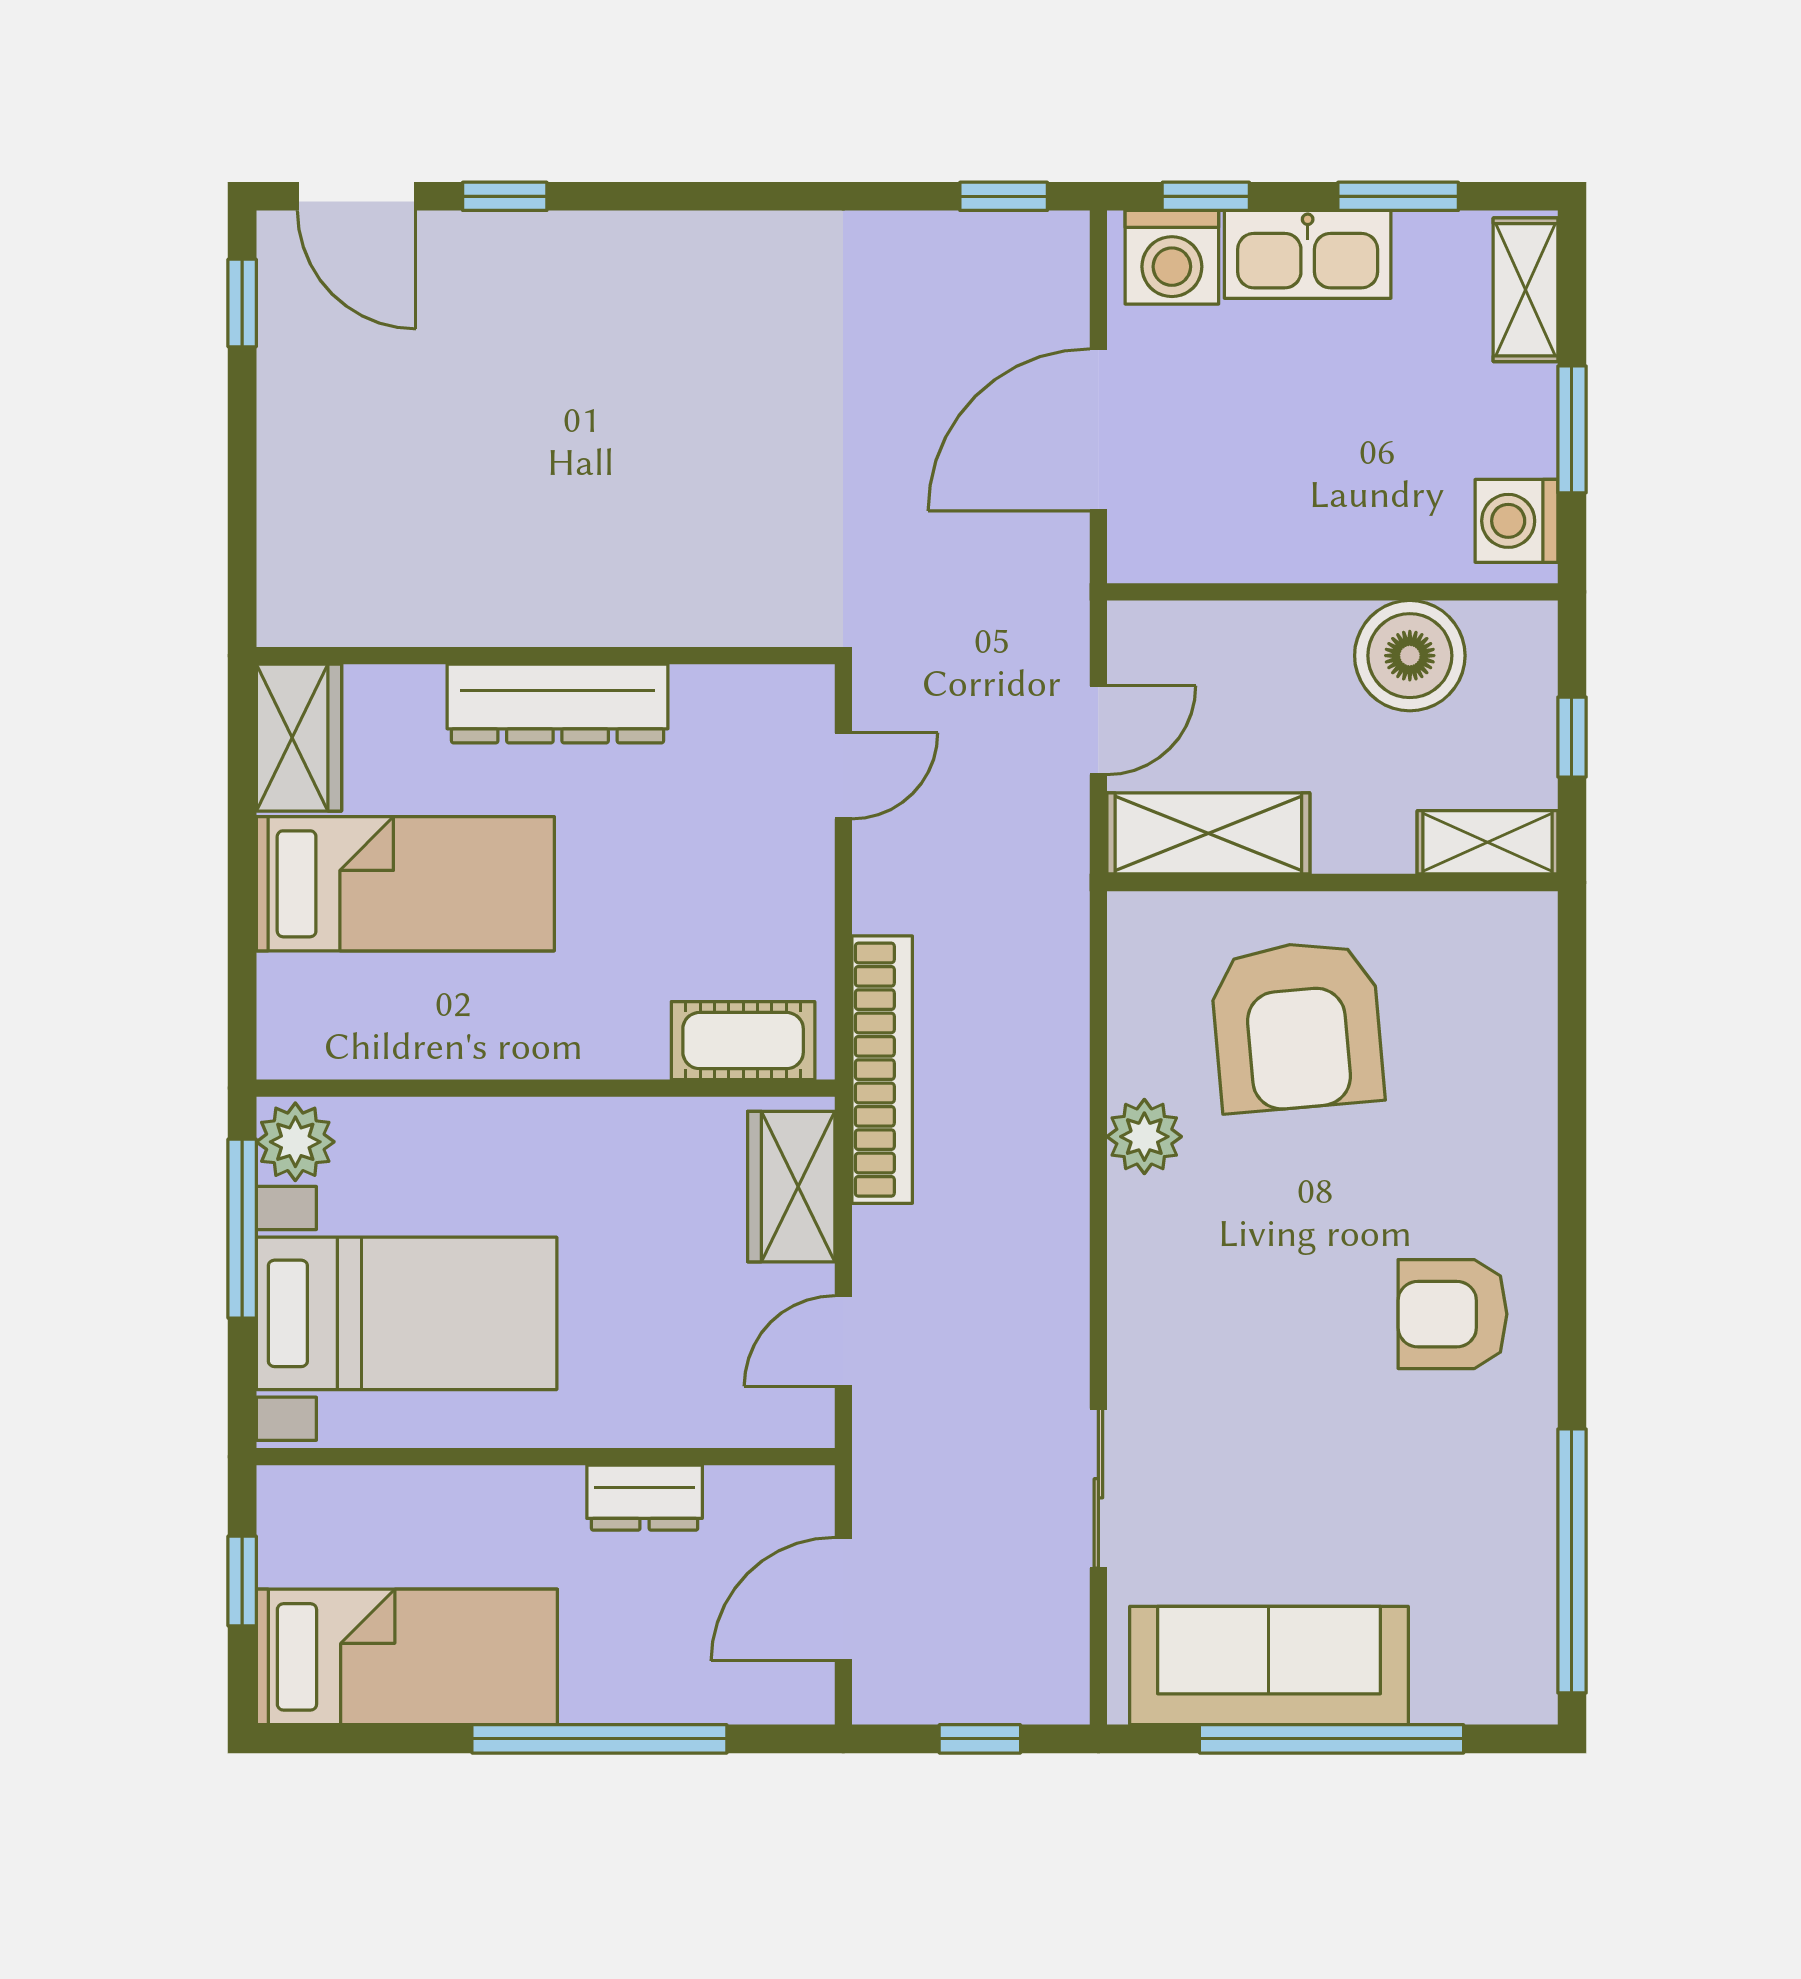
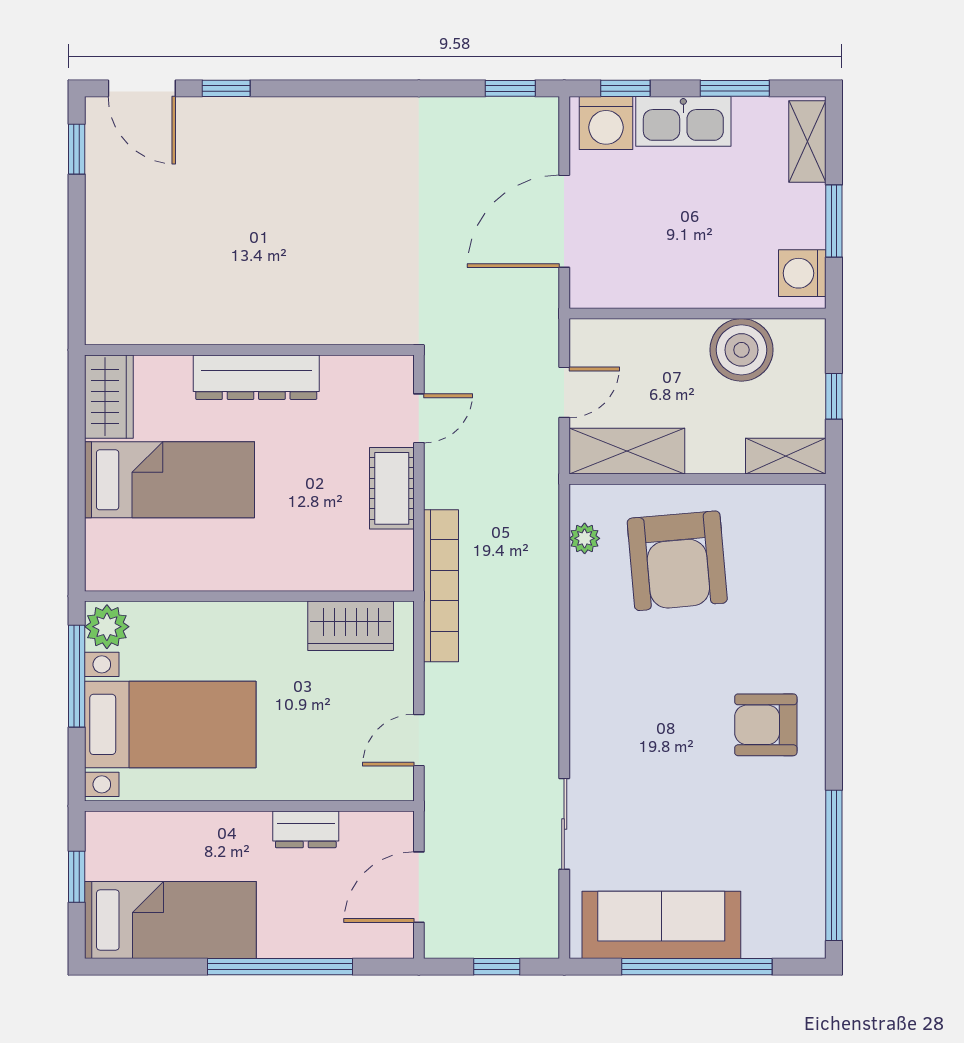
cot: (743, 1041) -> (392, 488), moved, turned 90
plant: (1144, 1137) -> (585, 538), moved, width x0.73, depth x0.73
wardrobe: (791, 1187) -> (351, 626), moved, turned -90

